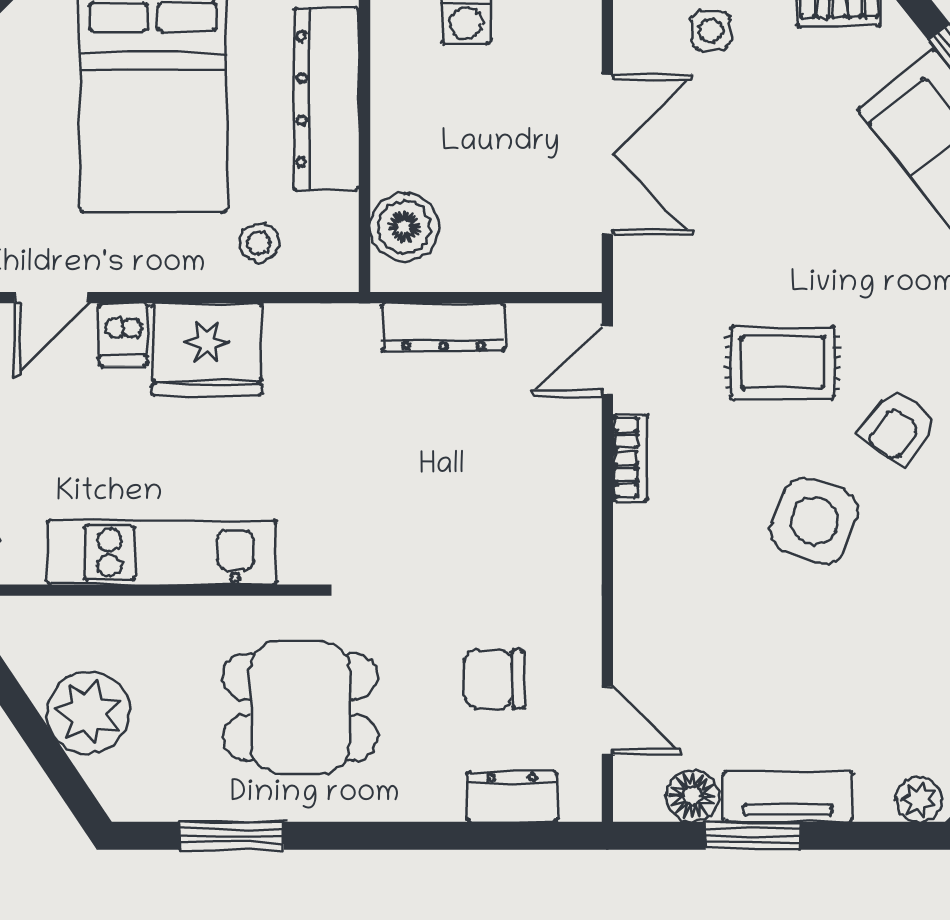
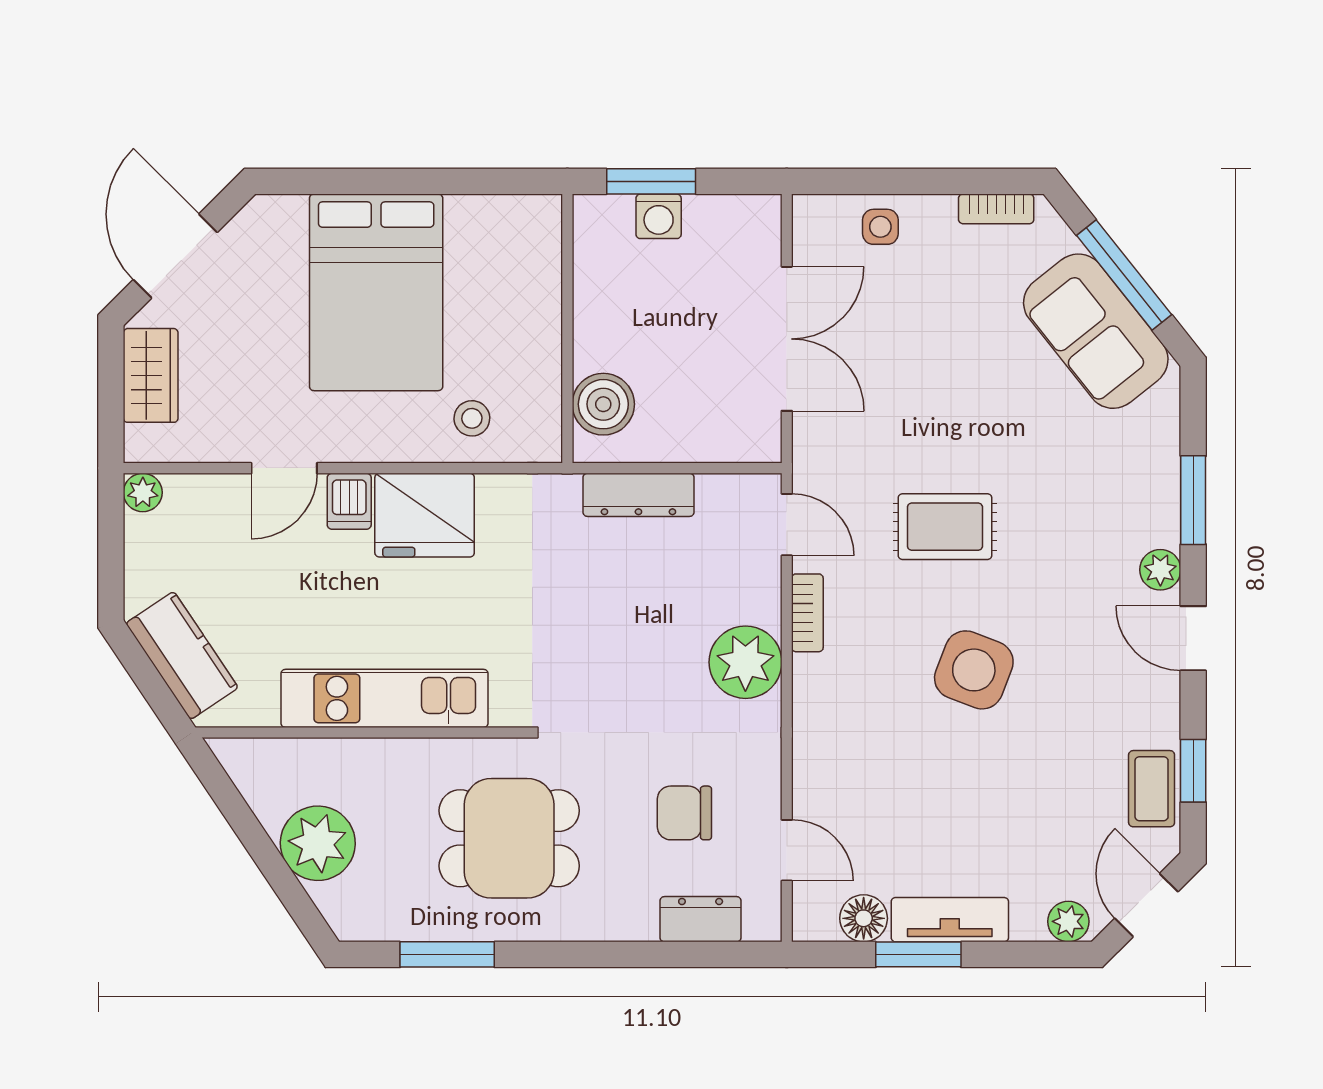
dresser: (326, 99) -> (533, 289), removed
door: (607, 360) -> (787, 525), swing flipped
armchair: (898, 428) -> (1050, 586), removed
plant: (562, 512) -> (745, 662), added

